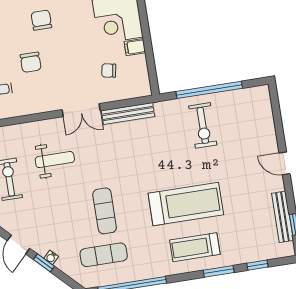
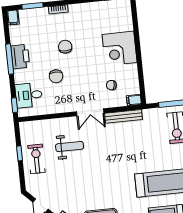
filing cabinet: (135, 47) -> (134, 100), moved
exercise mat: (105, 211) -> (103, 185), removed

